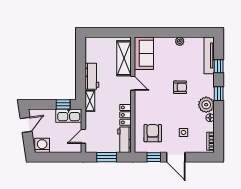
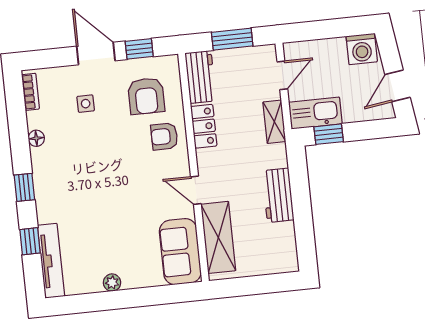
armchair: (180, 87) -> (164, 136), moved
shelving: (90, 101) -> (274, 122), moved
plant: (206, 105) -> (47, 163), removed

